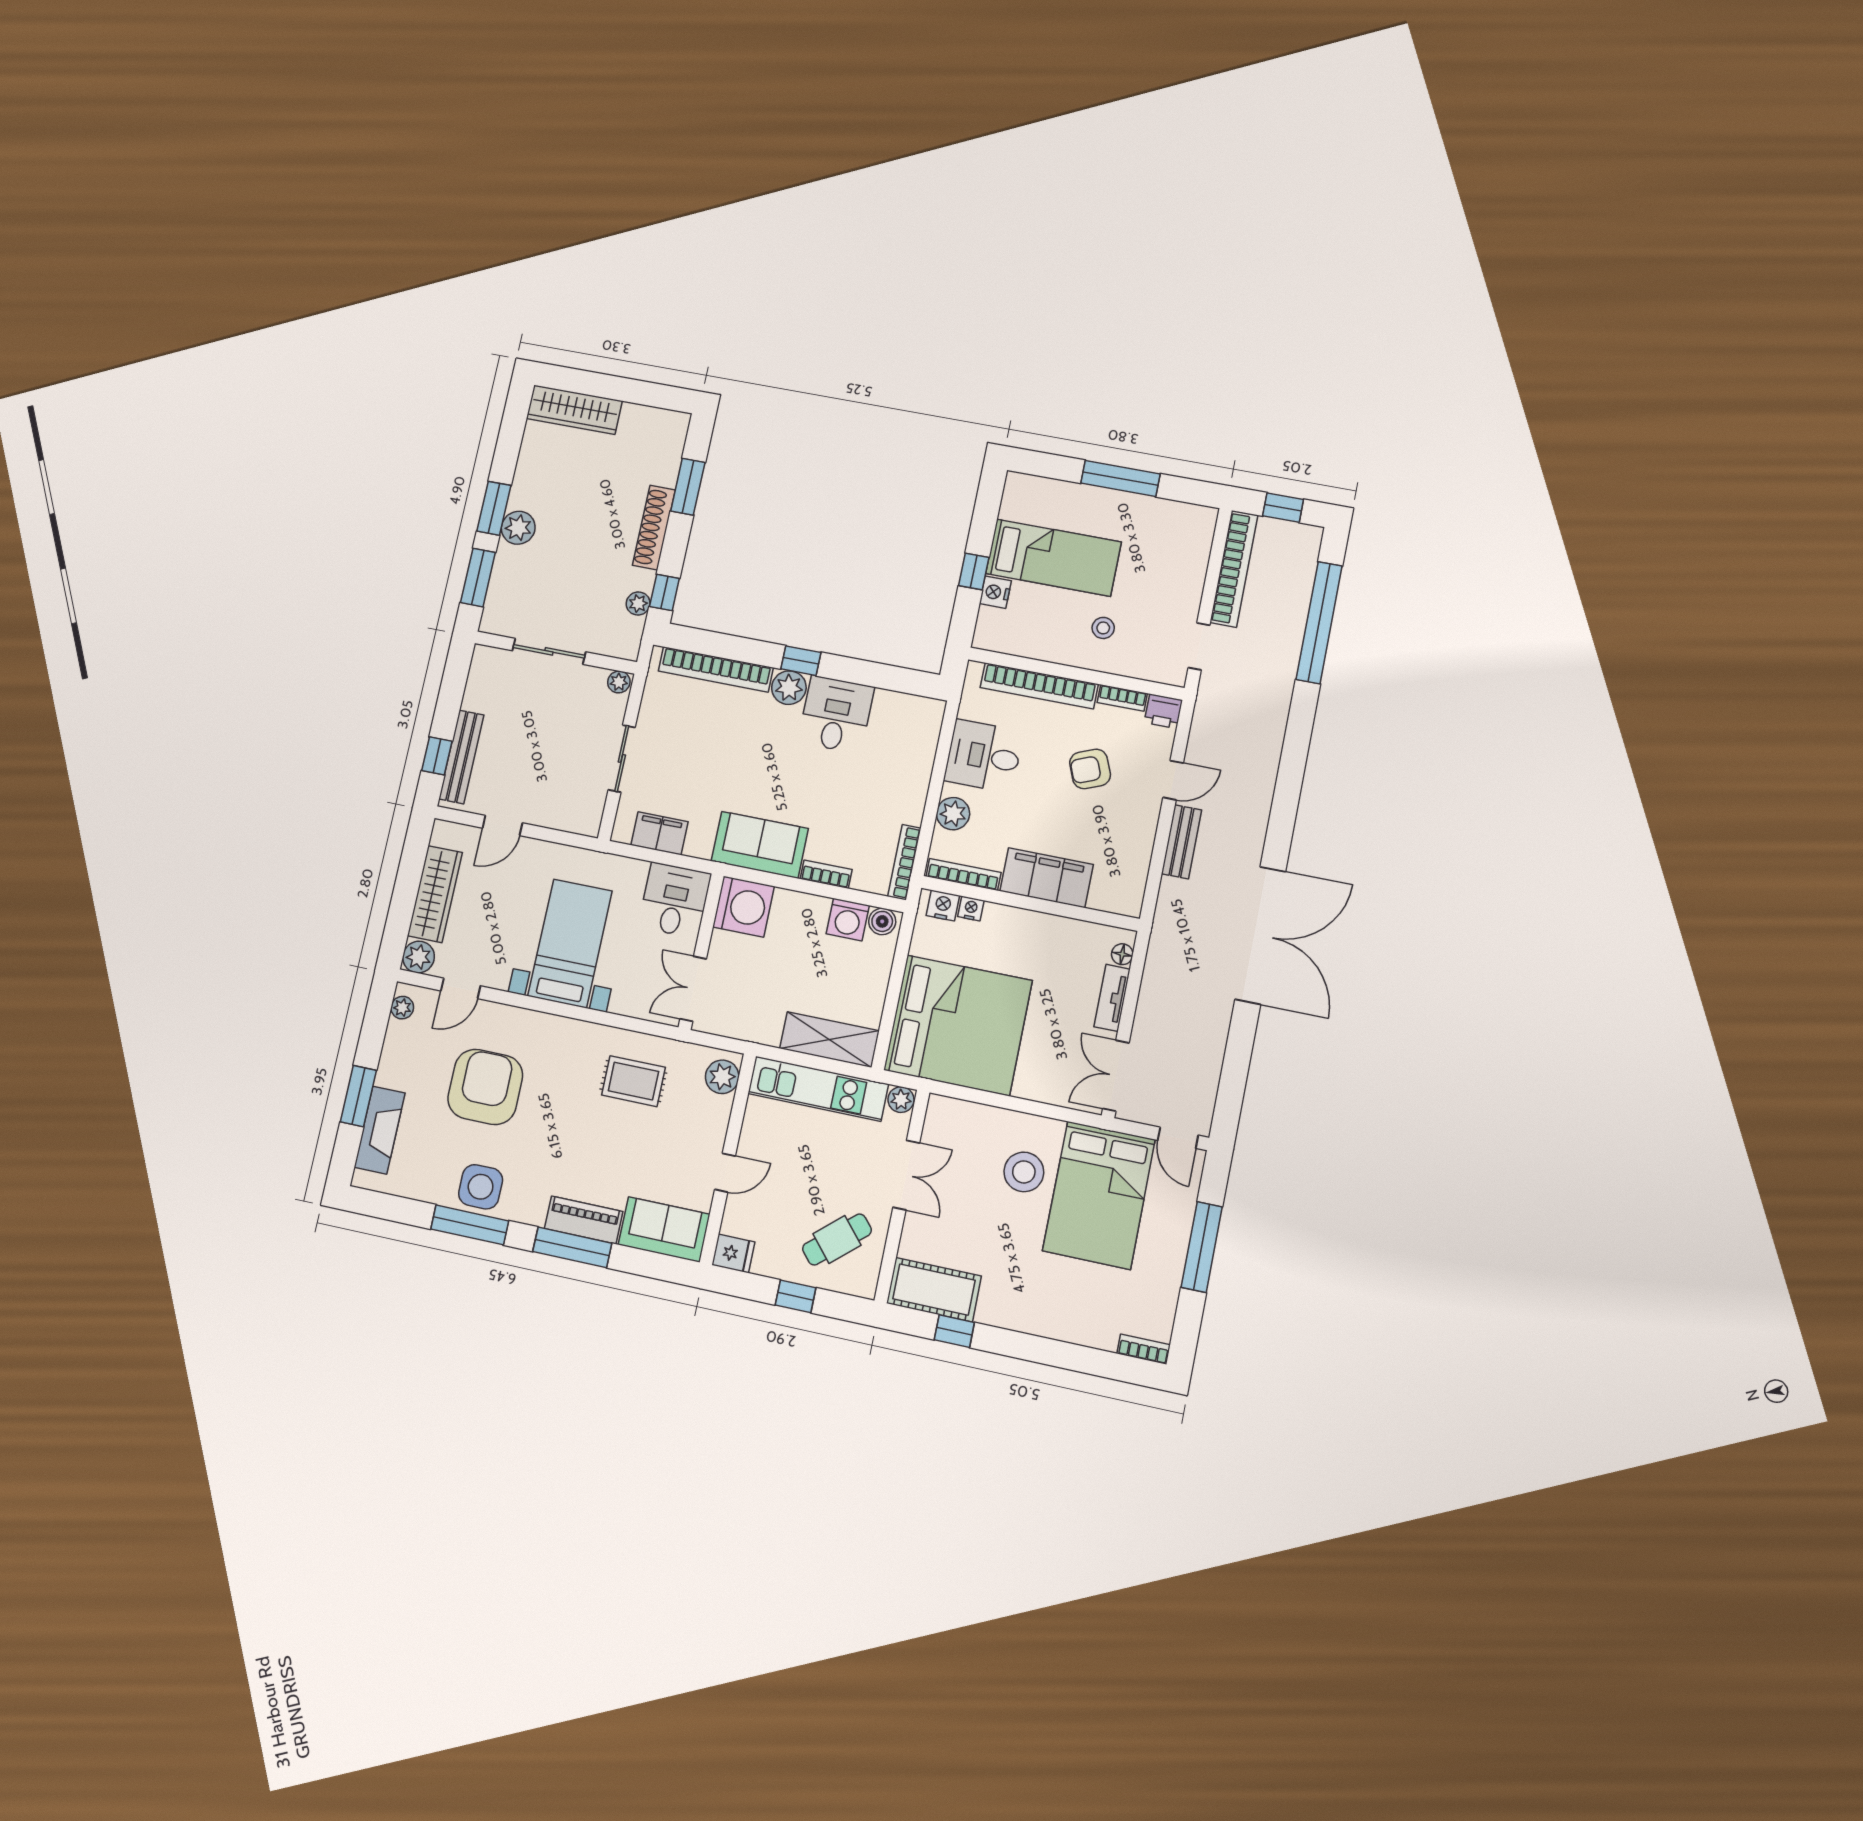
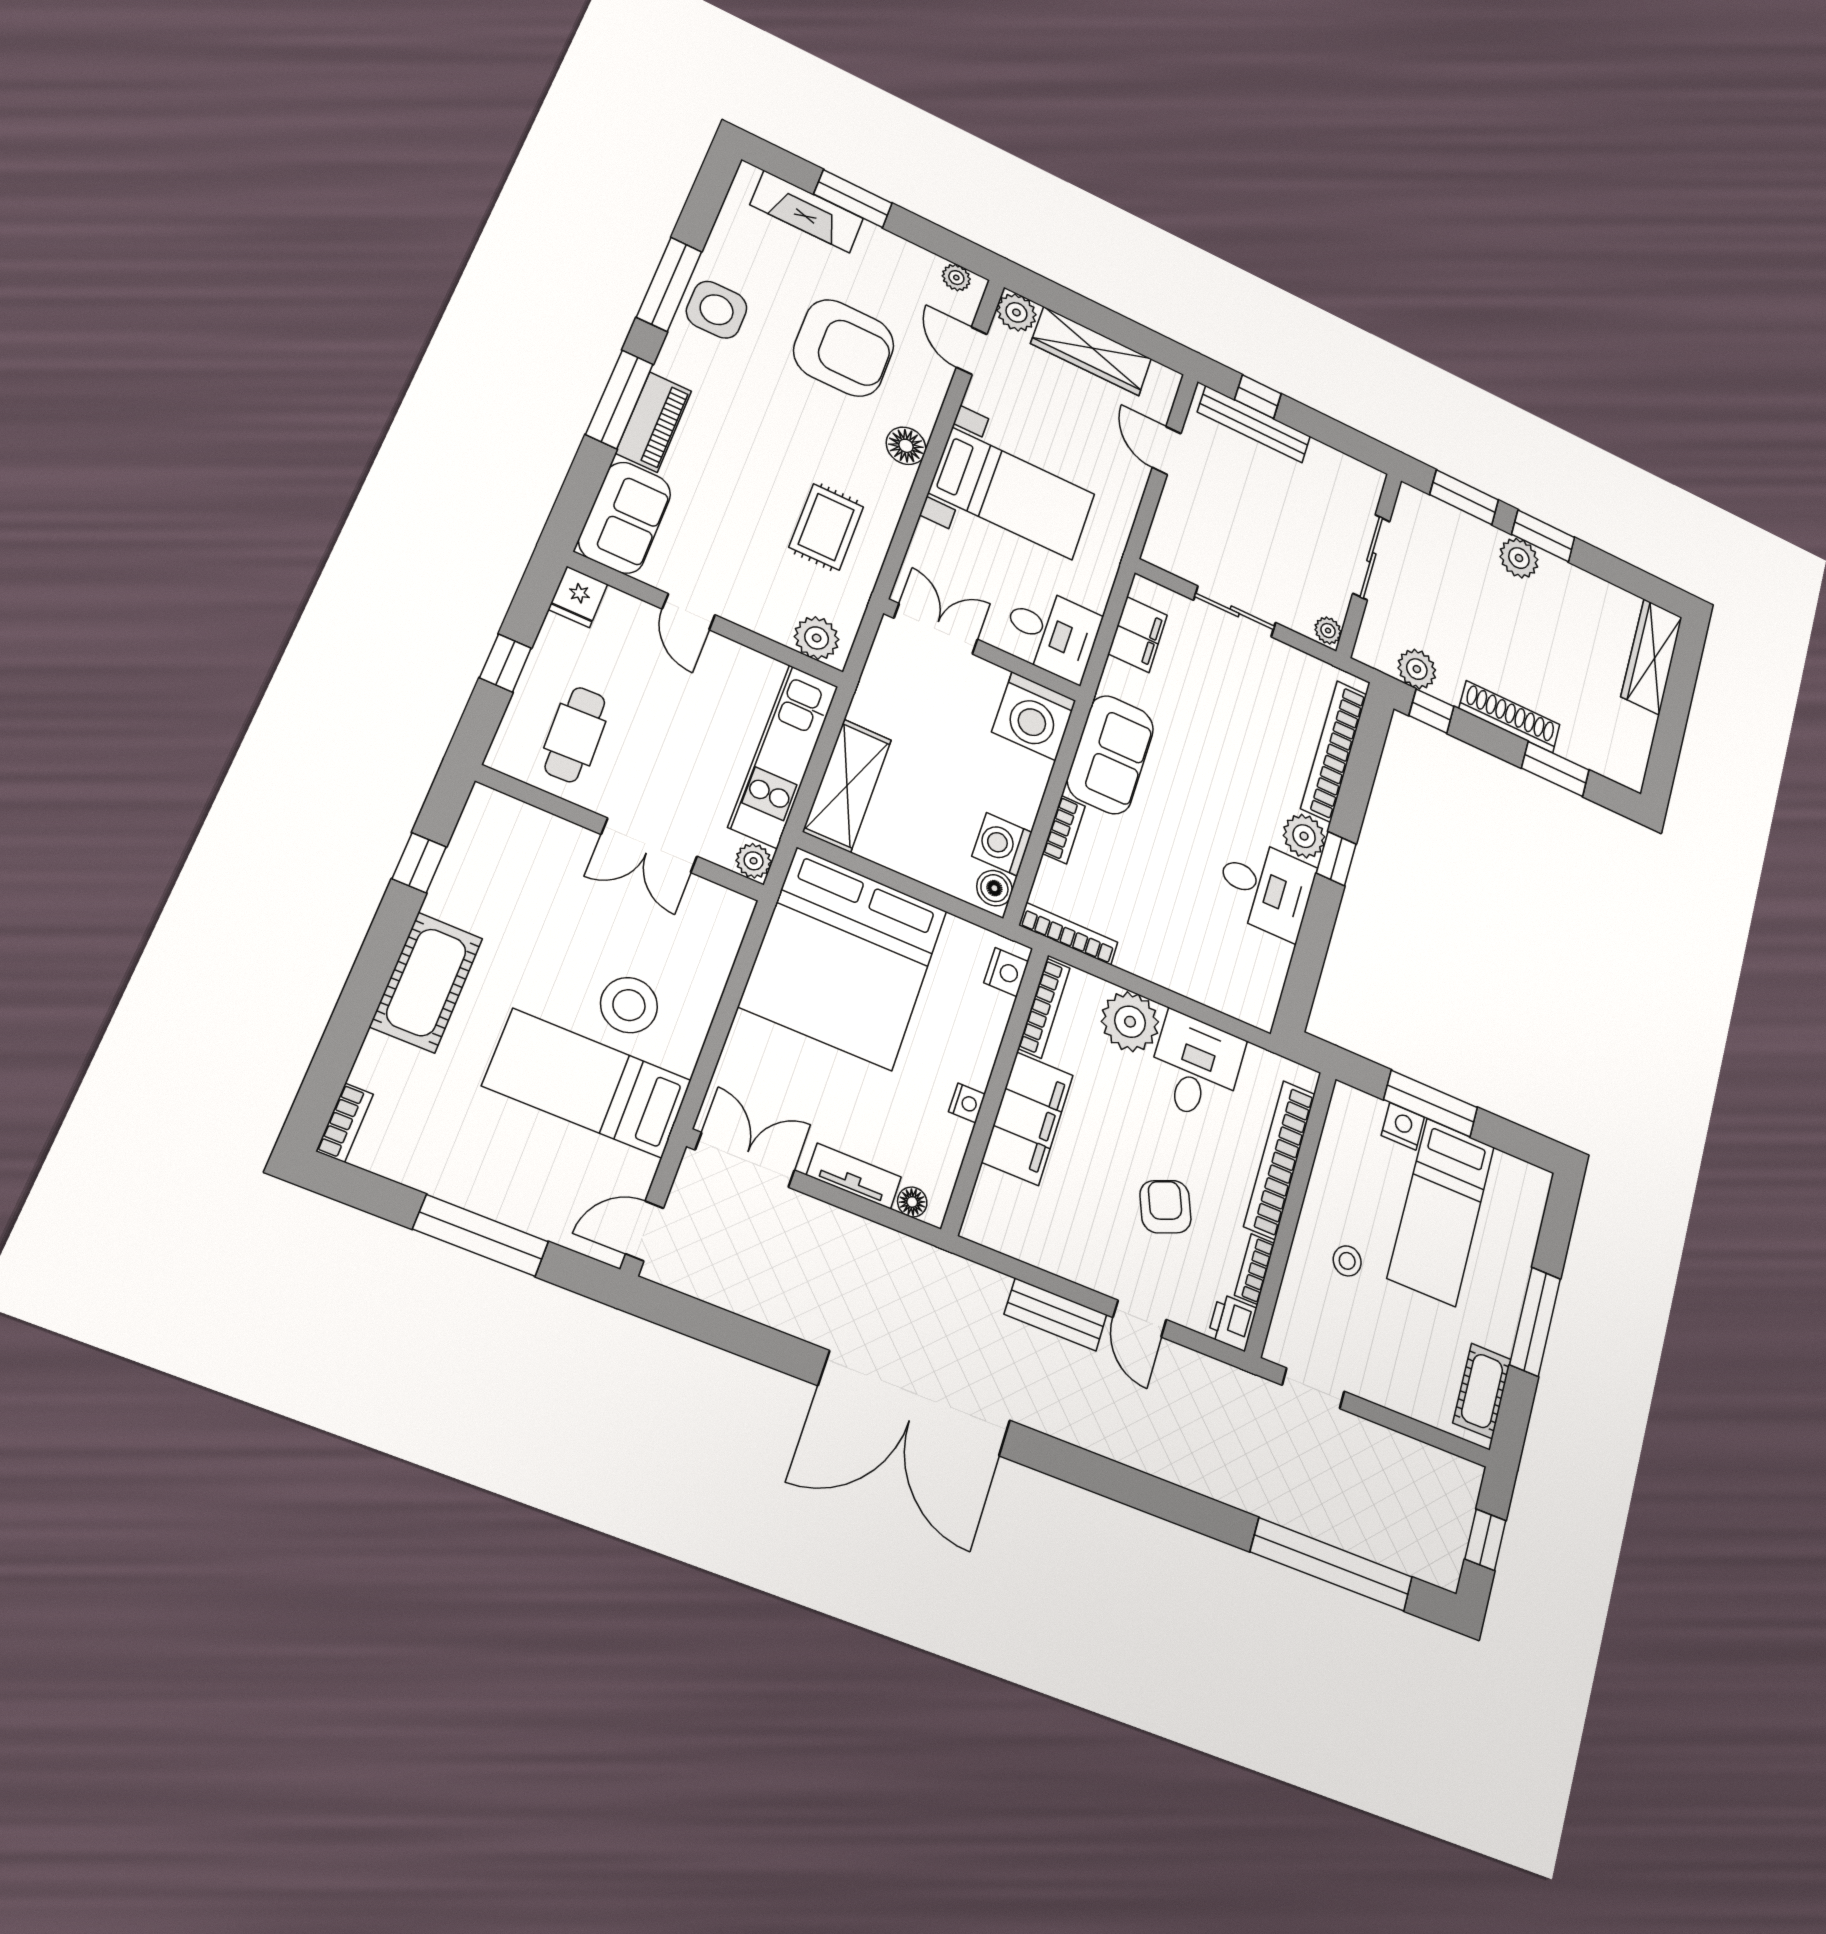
cot: (1178, 517) -> (1482, 1391), added
bookcase: (1234, 569) -> (1411, 1456), removed
window: (974, 572) -> (1431, 1103), width x2.17
plant: (638, 603) -> (1417, 669), width x1.38, depth x1.38
plant: (953, 814) -> (1130, 1022), width x1.36, depth x1.36
nightstand: (971, 909) -> (967, 1103), moved
floor lamp: (553, 1029) -> (906, 446), added
bed: (1099, 1195) -> (587, 1083), width x0.67
cafe table: (837, 1239) -> (575, 735), turned 39
cot: (934, 1290) -> (426, 982), moved

